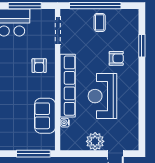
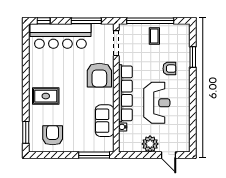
armchair: (39, 66) -> (99, 75), width x1.88, depth x1.88
reception desk: (102, 96) -> (157, 103), turned 180

